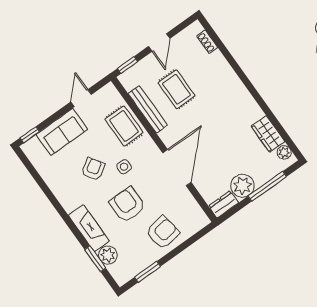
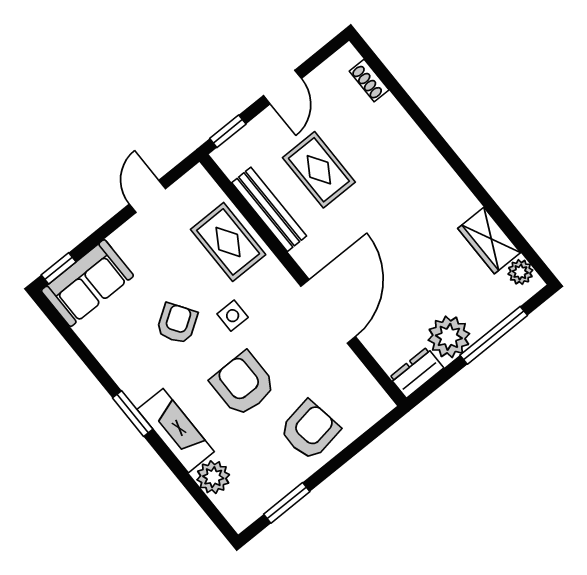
sofa: (62, 132) -> (87, 283), moved
window: (95, 259) -> (133, 414), moved

